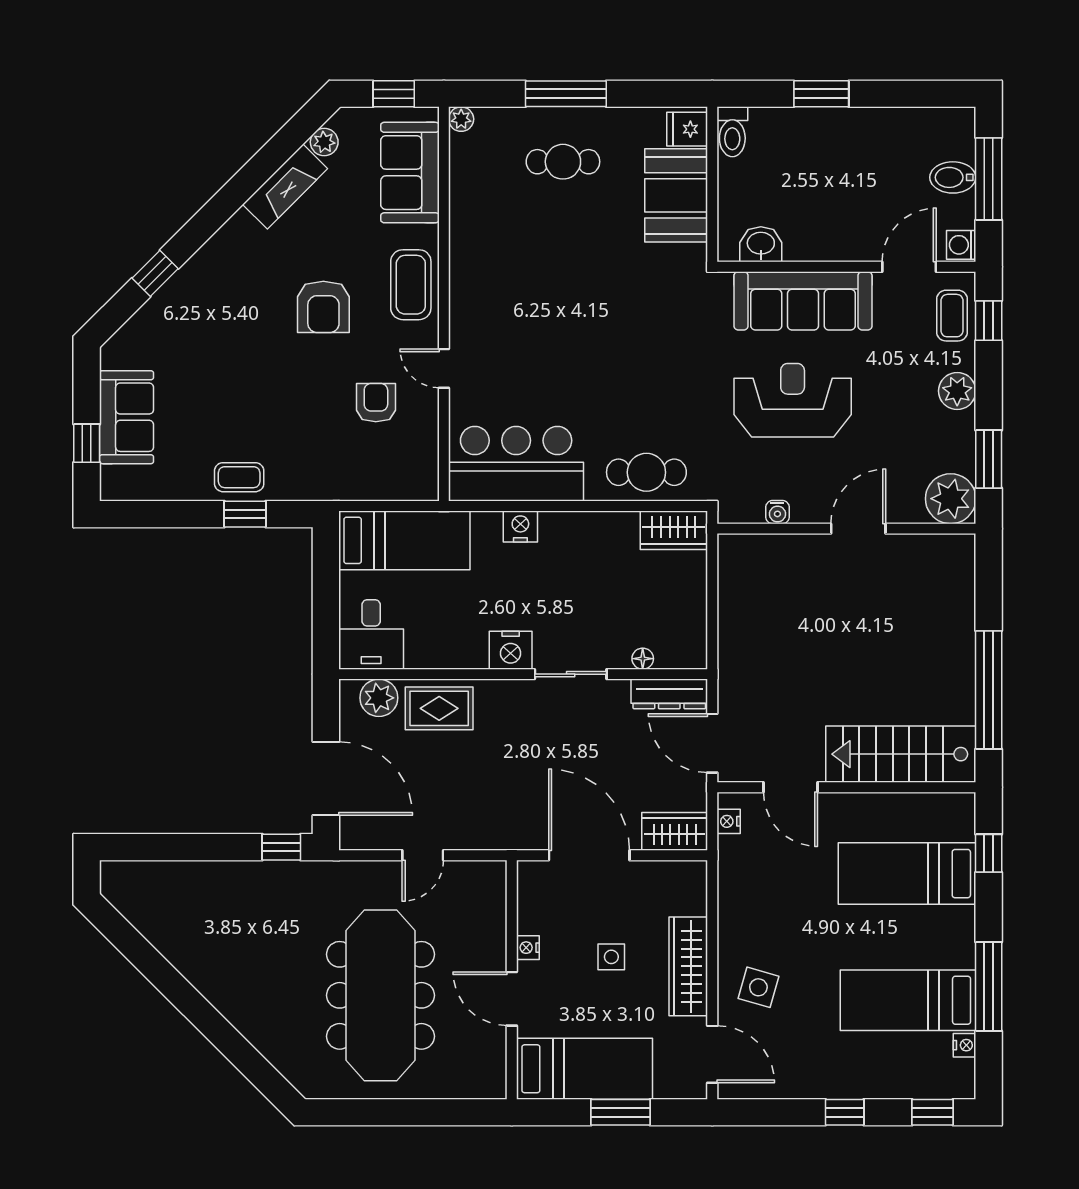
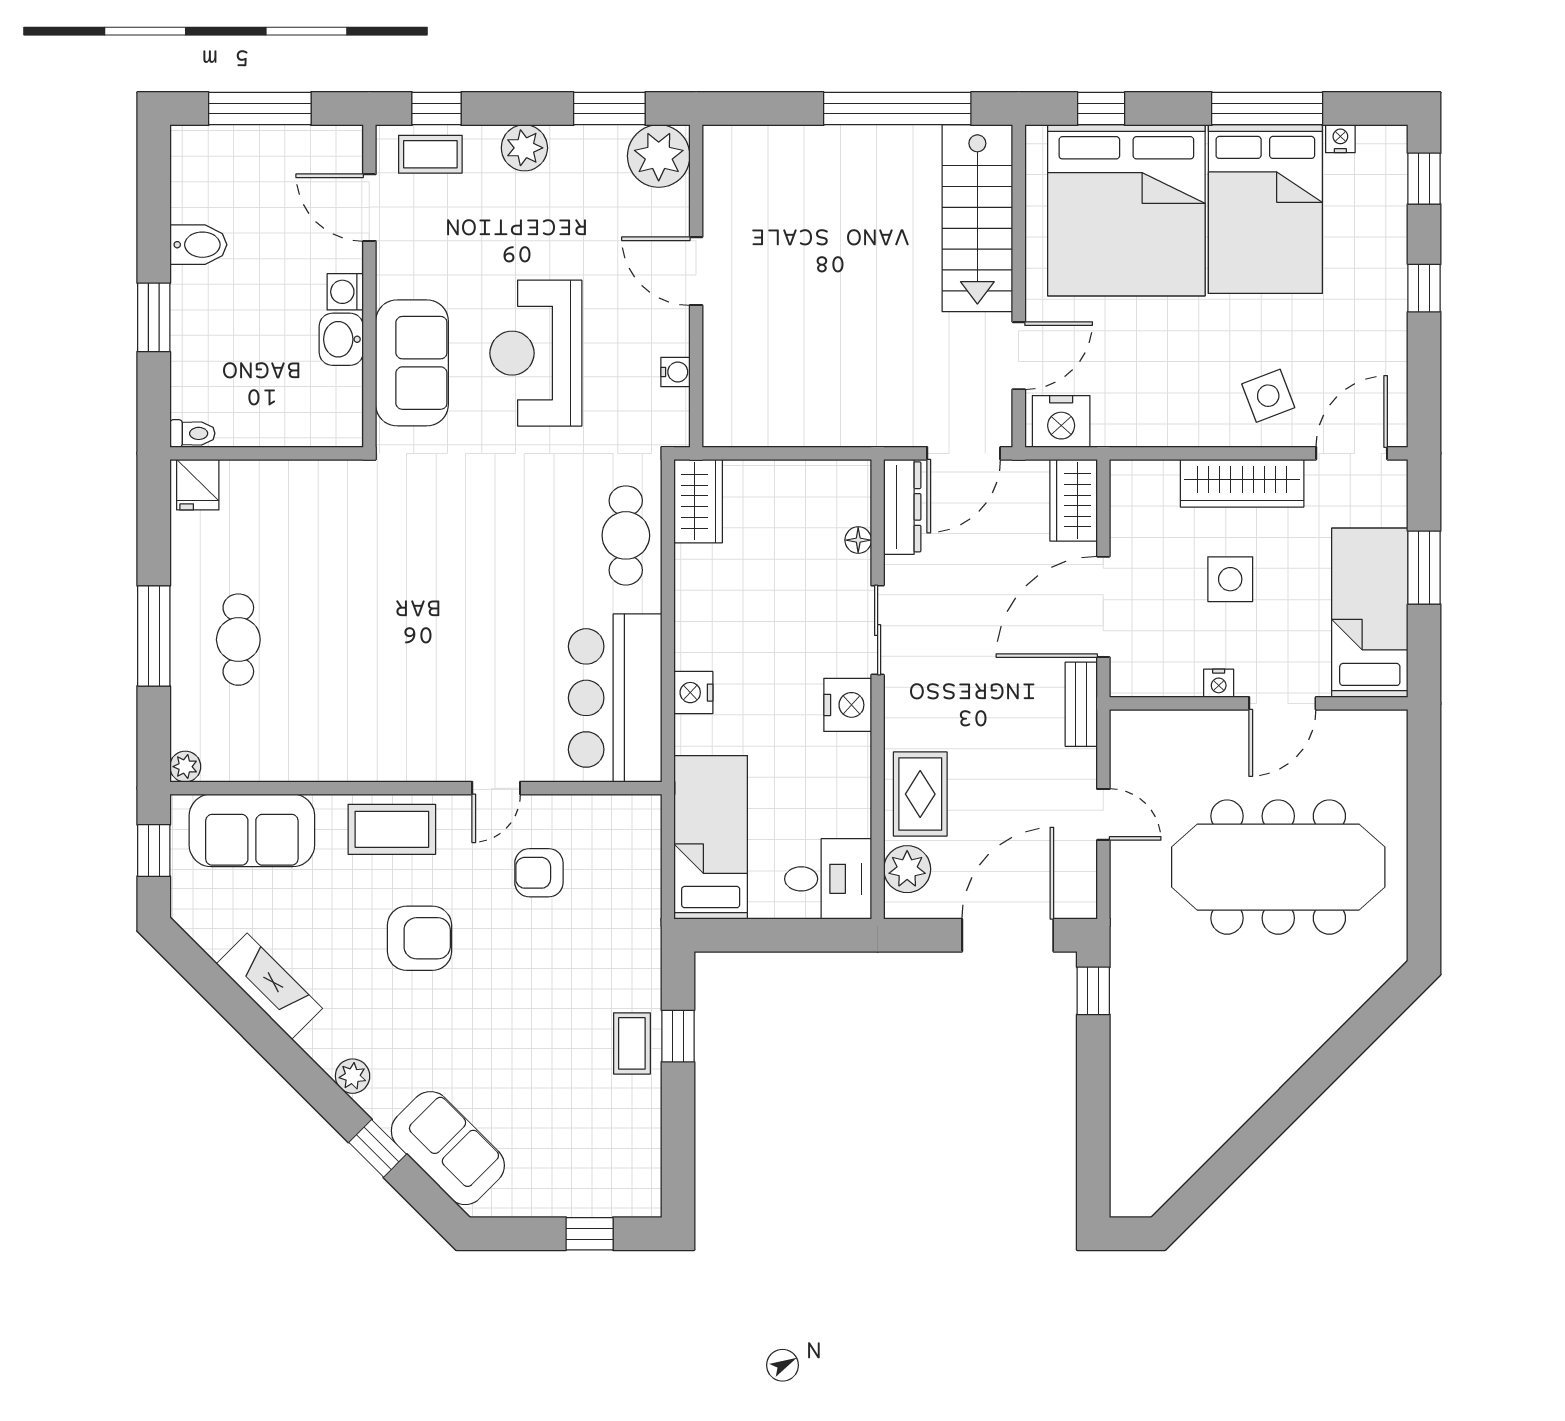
toilet: (732, 132) -> (192, 433), width x0.73, depth x0.72
plant: (324, 142) -> (353, 1076), moved
bidet: (953, 177) -> (198, 245), moved, turned -90
booth: (676, 195) -> (280, 498), removed
washbasin: (761, 244) -> (341, 339), moved
washing machine: (961, 245) -> (345, 292), moved, turned 90
sofa: (803, 301) -> (412, 363), width x0.73
sofa: (127, 417) -> (448, 1148), moved, turned 45
nightstand: (729, 821) -> (1061, 421), width x1.89, depth x1.79
bench: (511, 837) -> (1081, 704), added
bed: (907, 874) -> (1126, 210), width x2.04
side table: (611, 957) -> (1230, 579), width x1.37, depth x1.37
side table: (758, 987) -> (1268, 396), turned -37
bed: (908, 1000) -> (1265, 209), width x1.50

